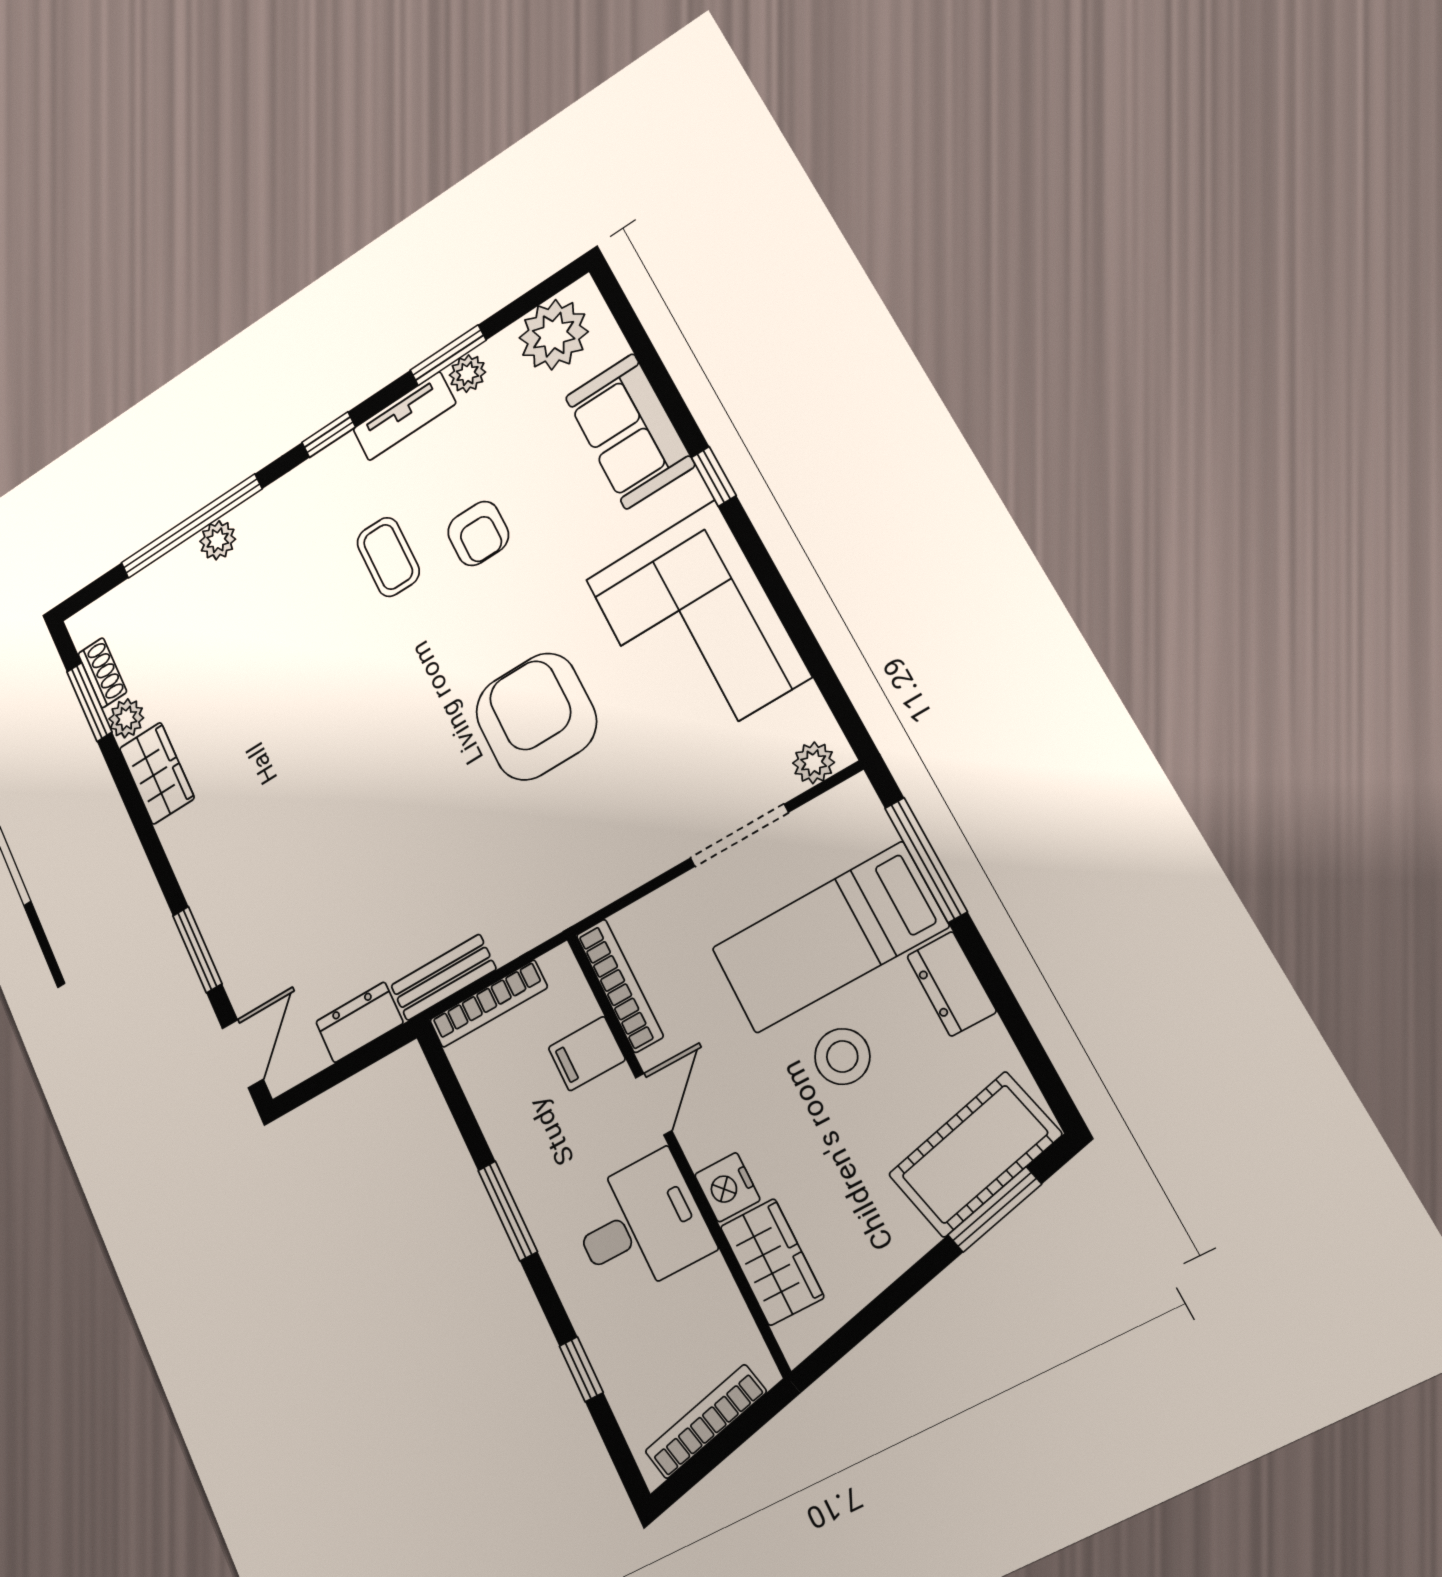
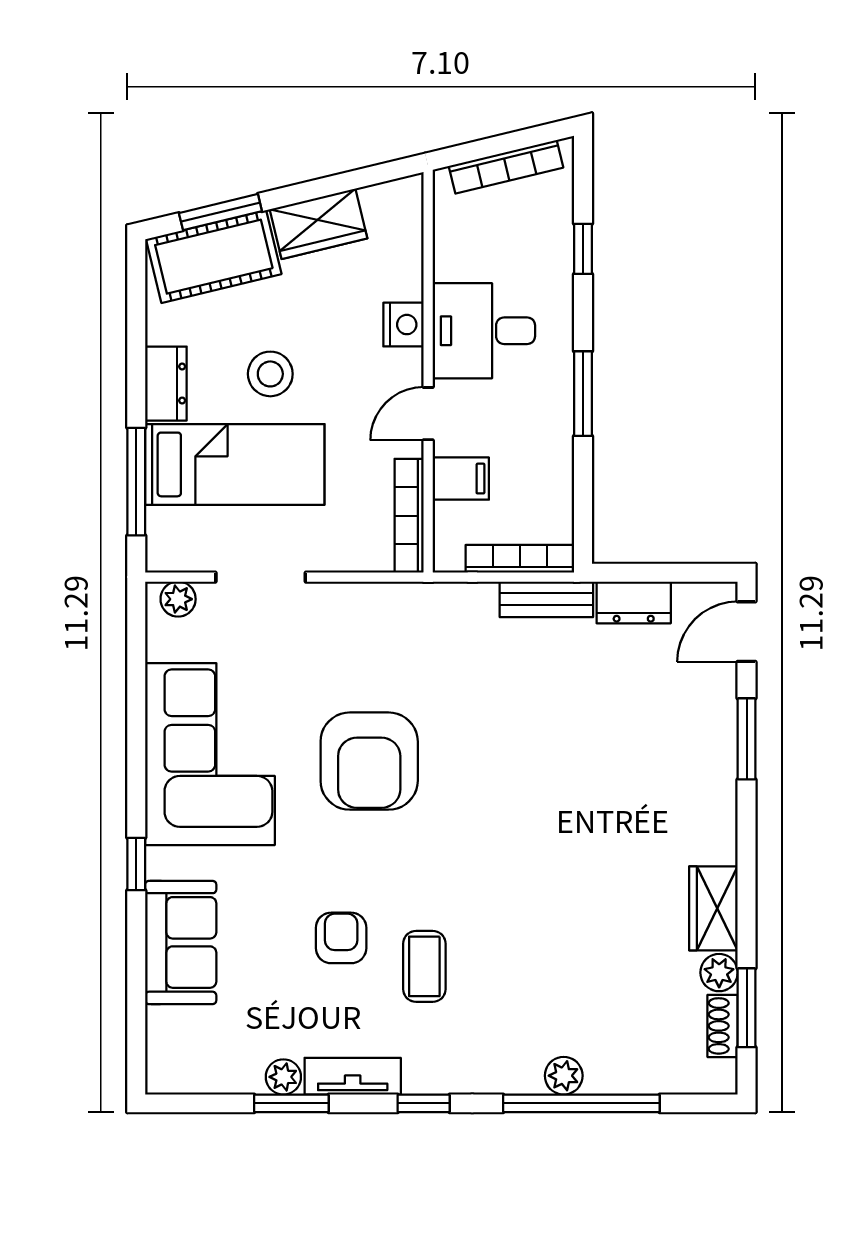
plant: (554, 335) -> (199, 1062), removed
wardrobe: (772, 1262) -> (318, 224), moved, turned -104

